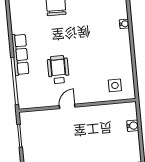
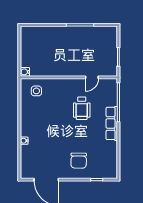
door: (67, 106) -> (92, 77), moved
water cooler: (133, 126) -> (25, 72), moved

